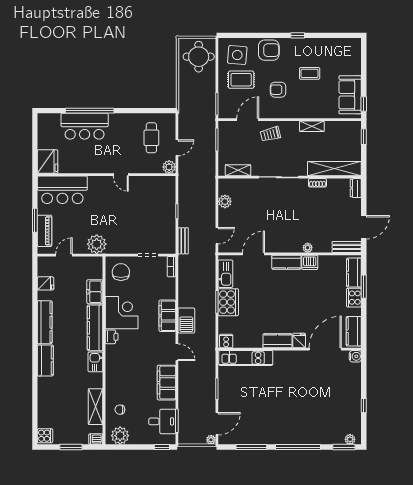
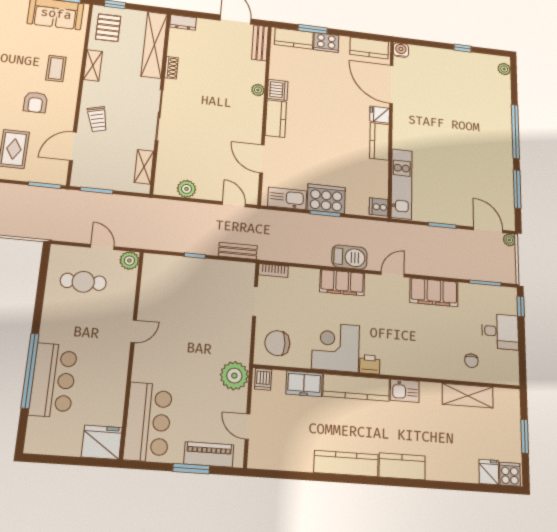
coffee table: (310, 73) -> (56, 68), moved
door: (248, 120) -> (73, 146), hinge flipped
pallet: (344, 134) -> (108, 28), added
fridge: (46, 283) -> (489, 472), moved
desk: (162, 421) -> (500, 331), moved, turned 90
plant: (120, 436) -> (507, 363), removed
dishwasher: (96, 439) -> (263, 379), moved
window: (344, 447) -> (514, 77), removed

